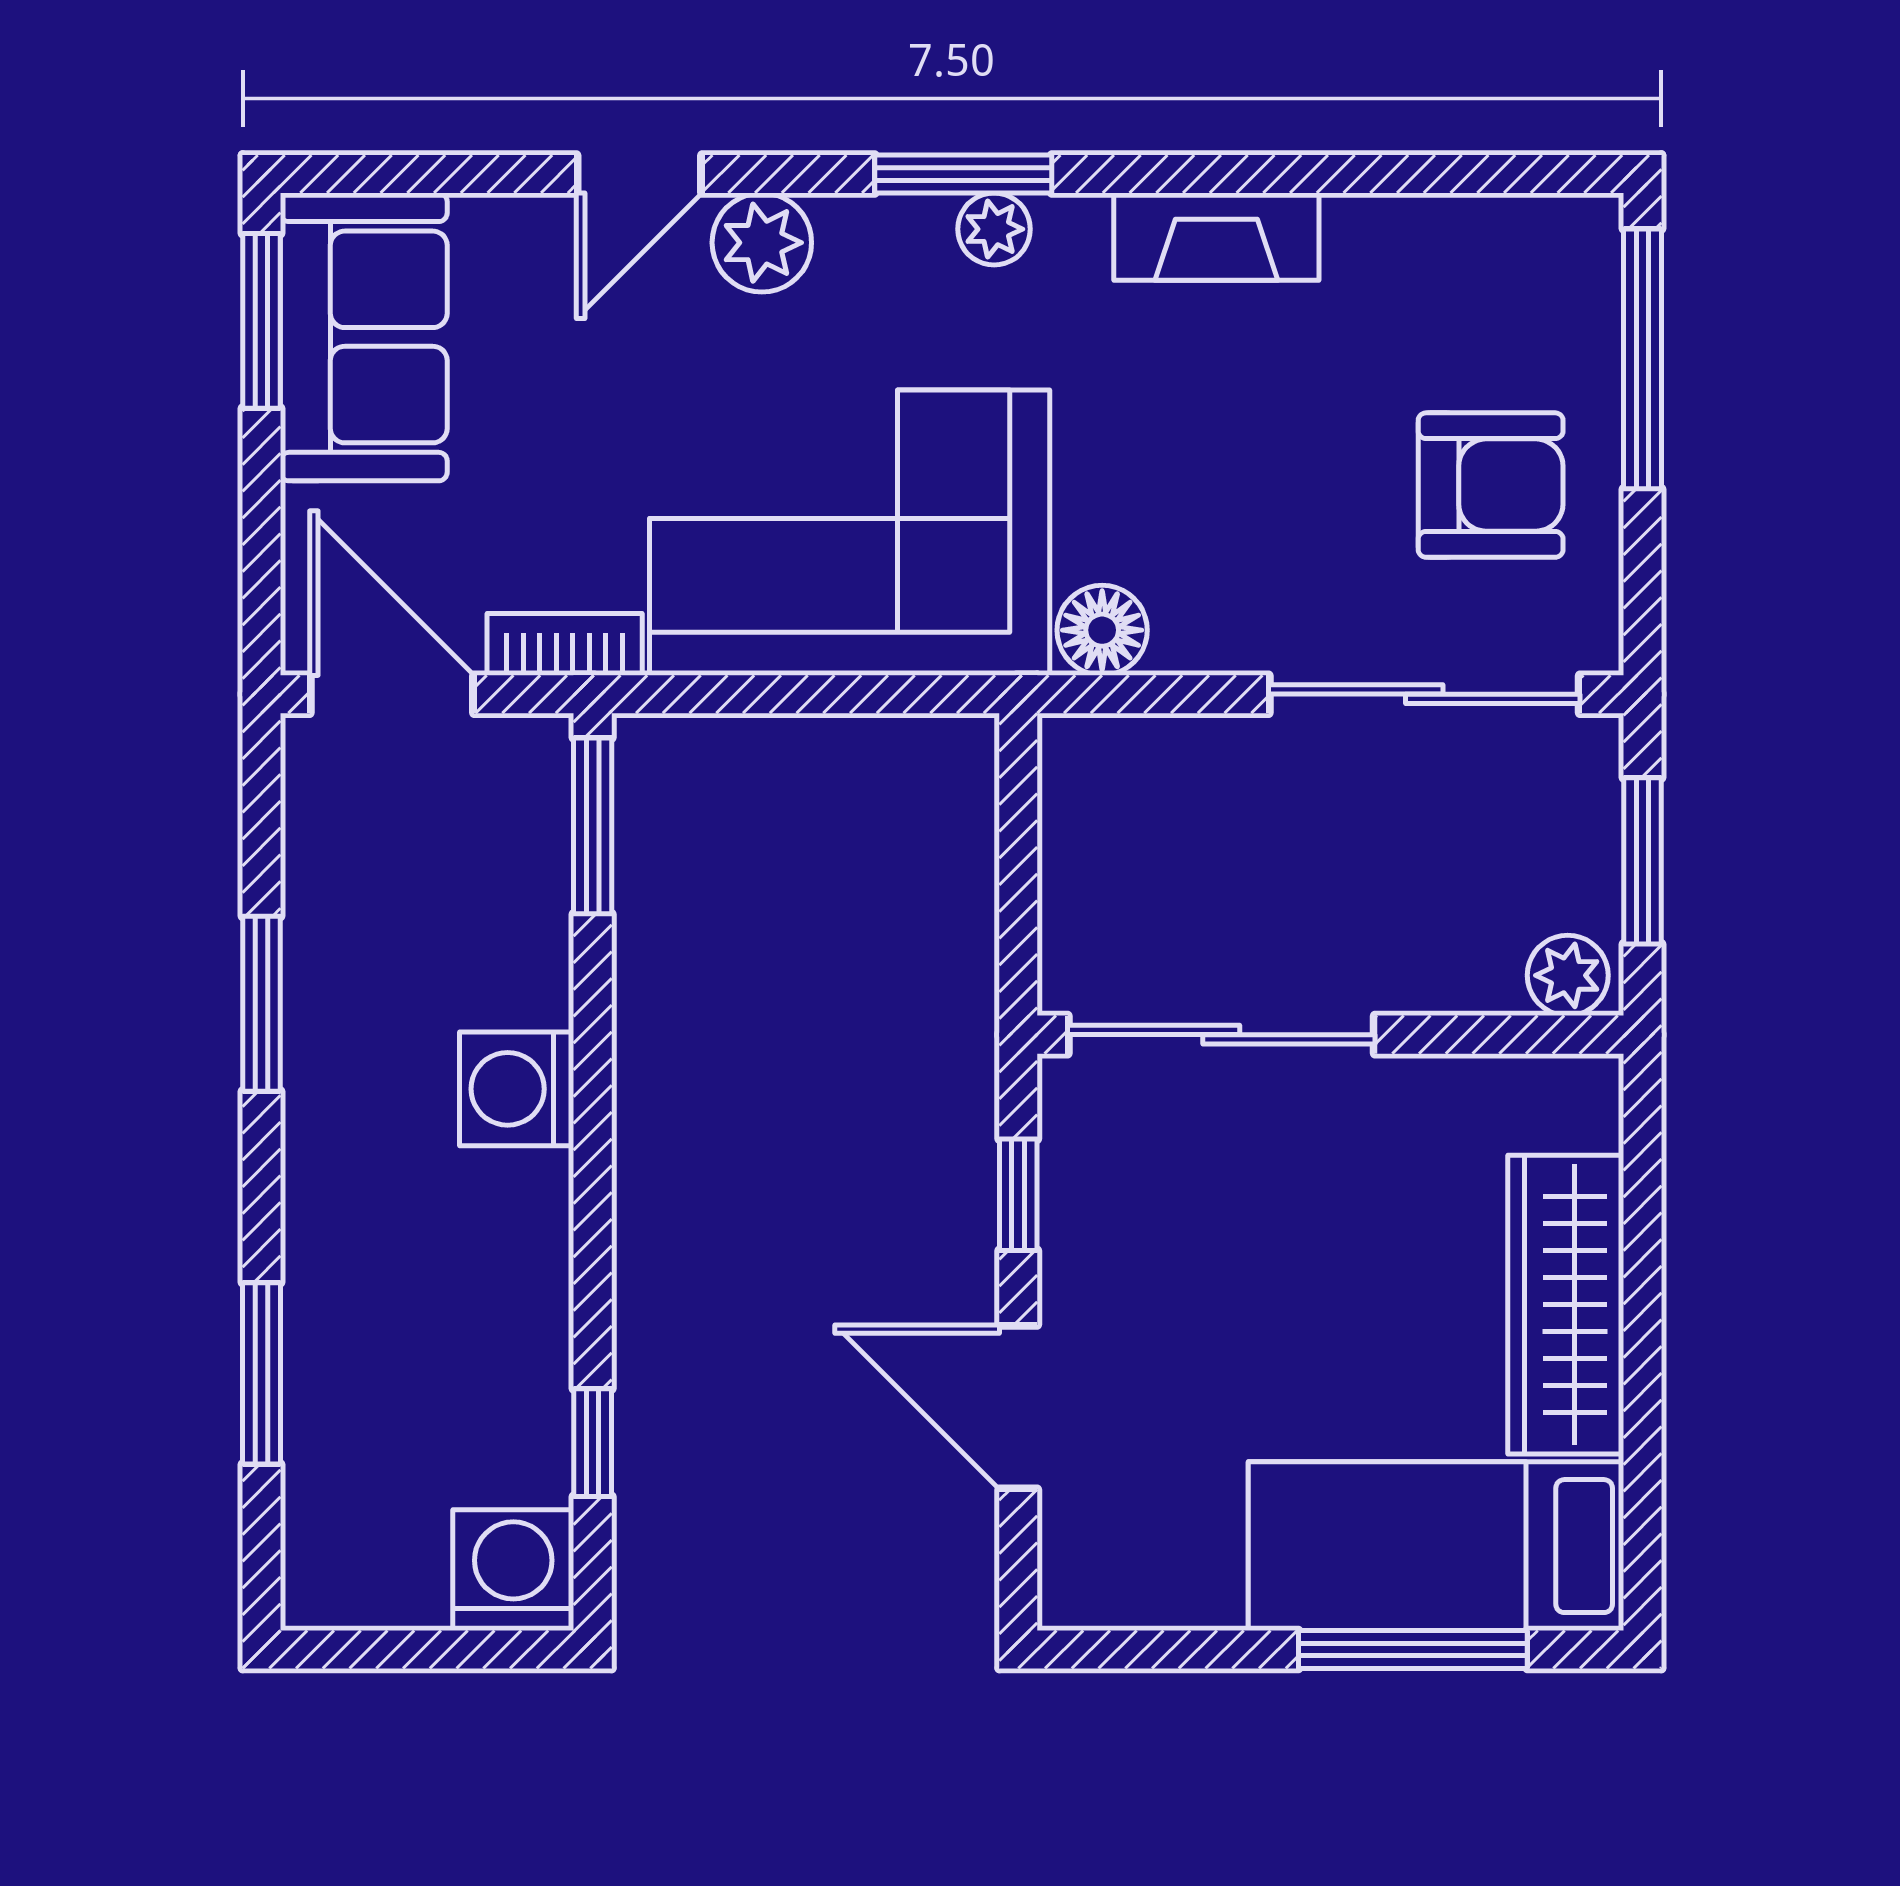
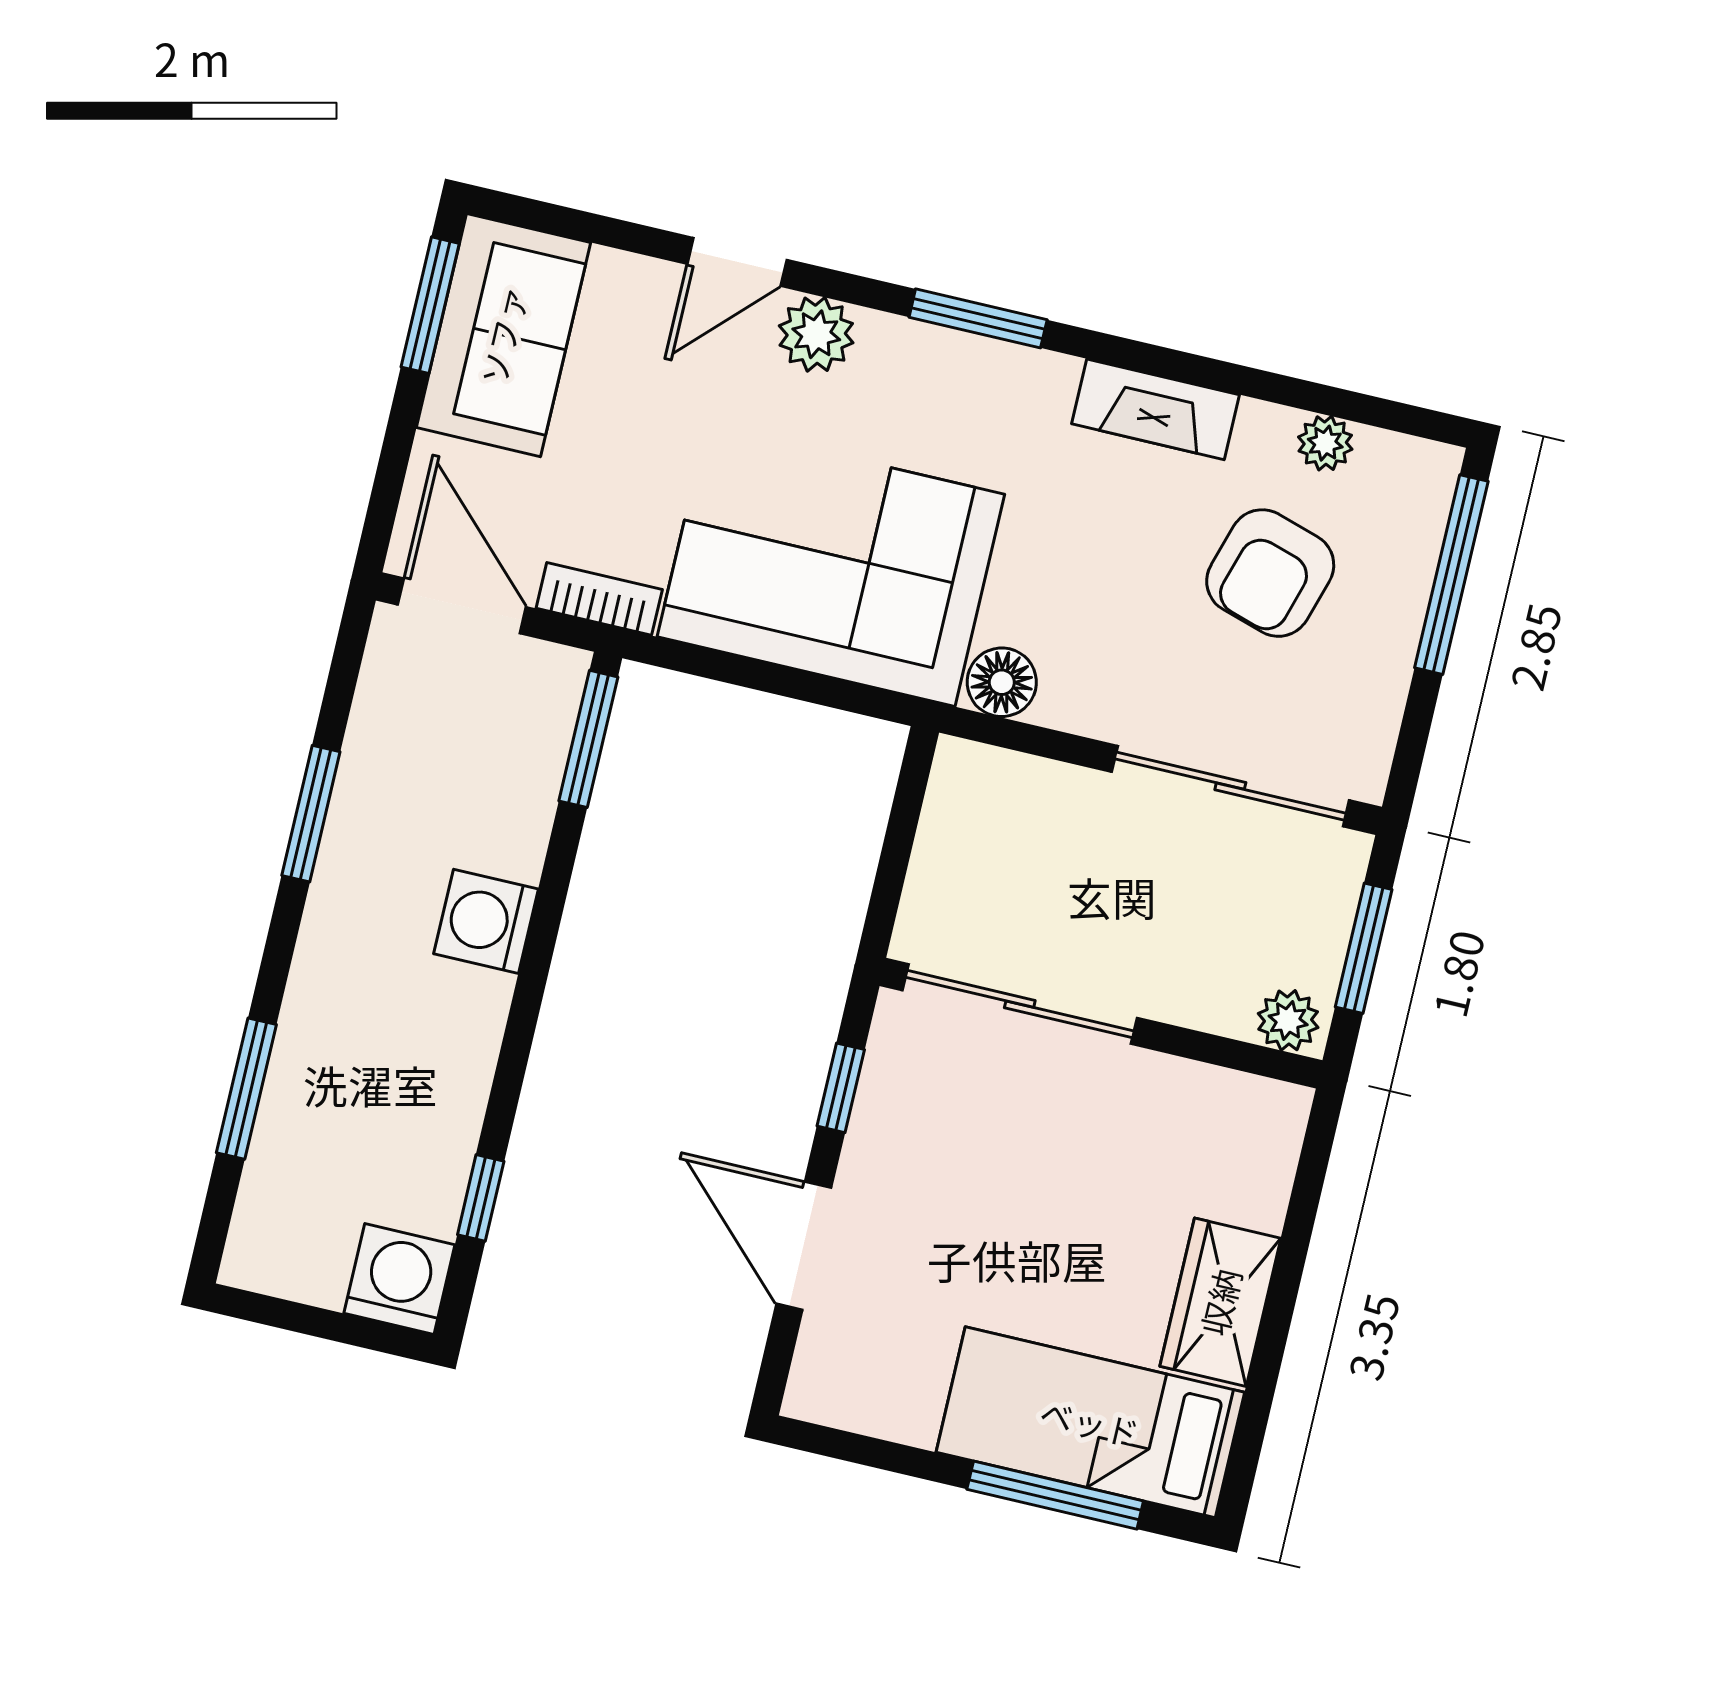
plant: (994, 229) -> (1325, 443), moved
armchair: (1491, 485) -> (1270, 573), moved, turned 107
wardrobe: (1566, 1305) -> (1220, 1302), width x0.67

